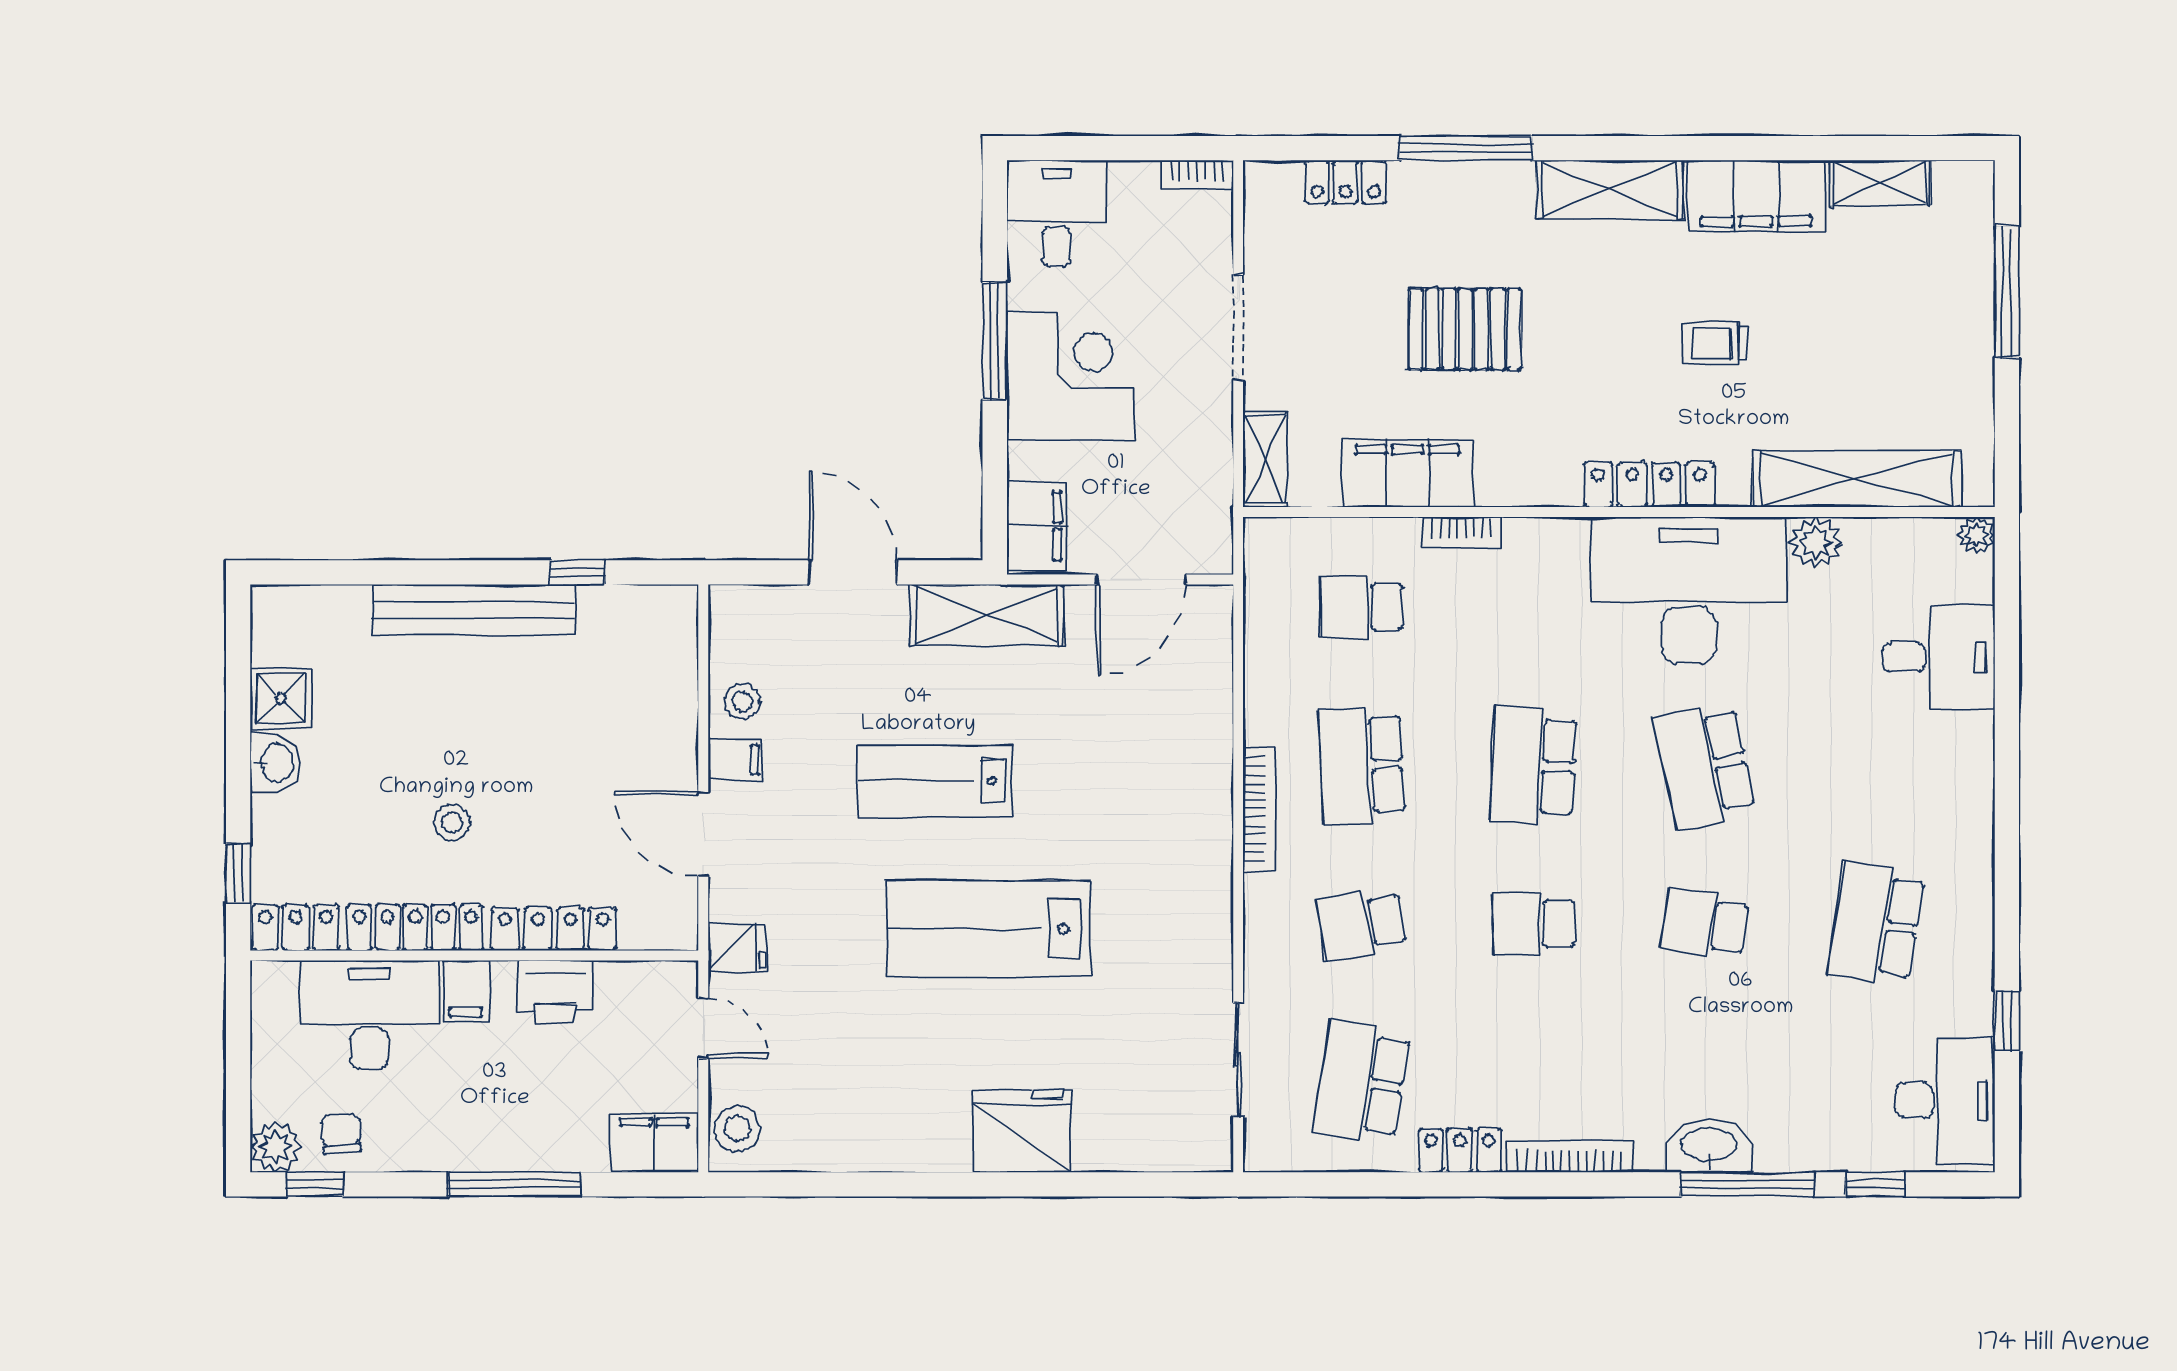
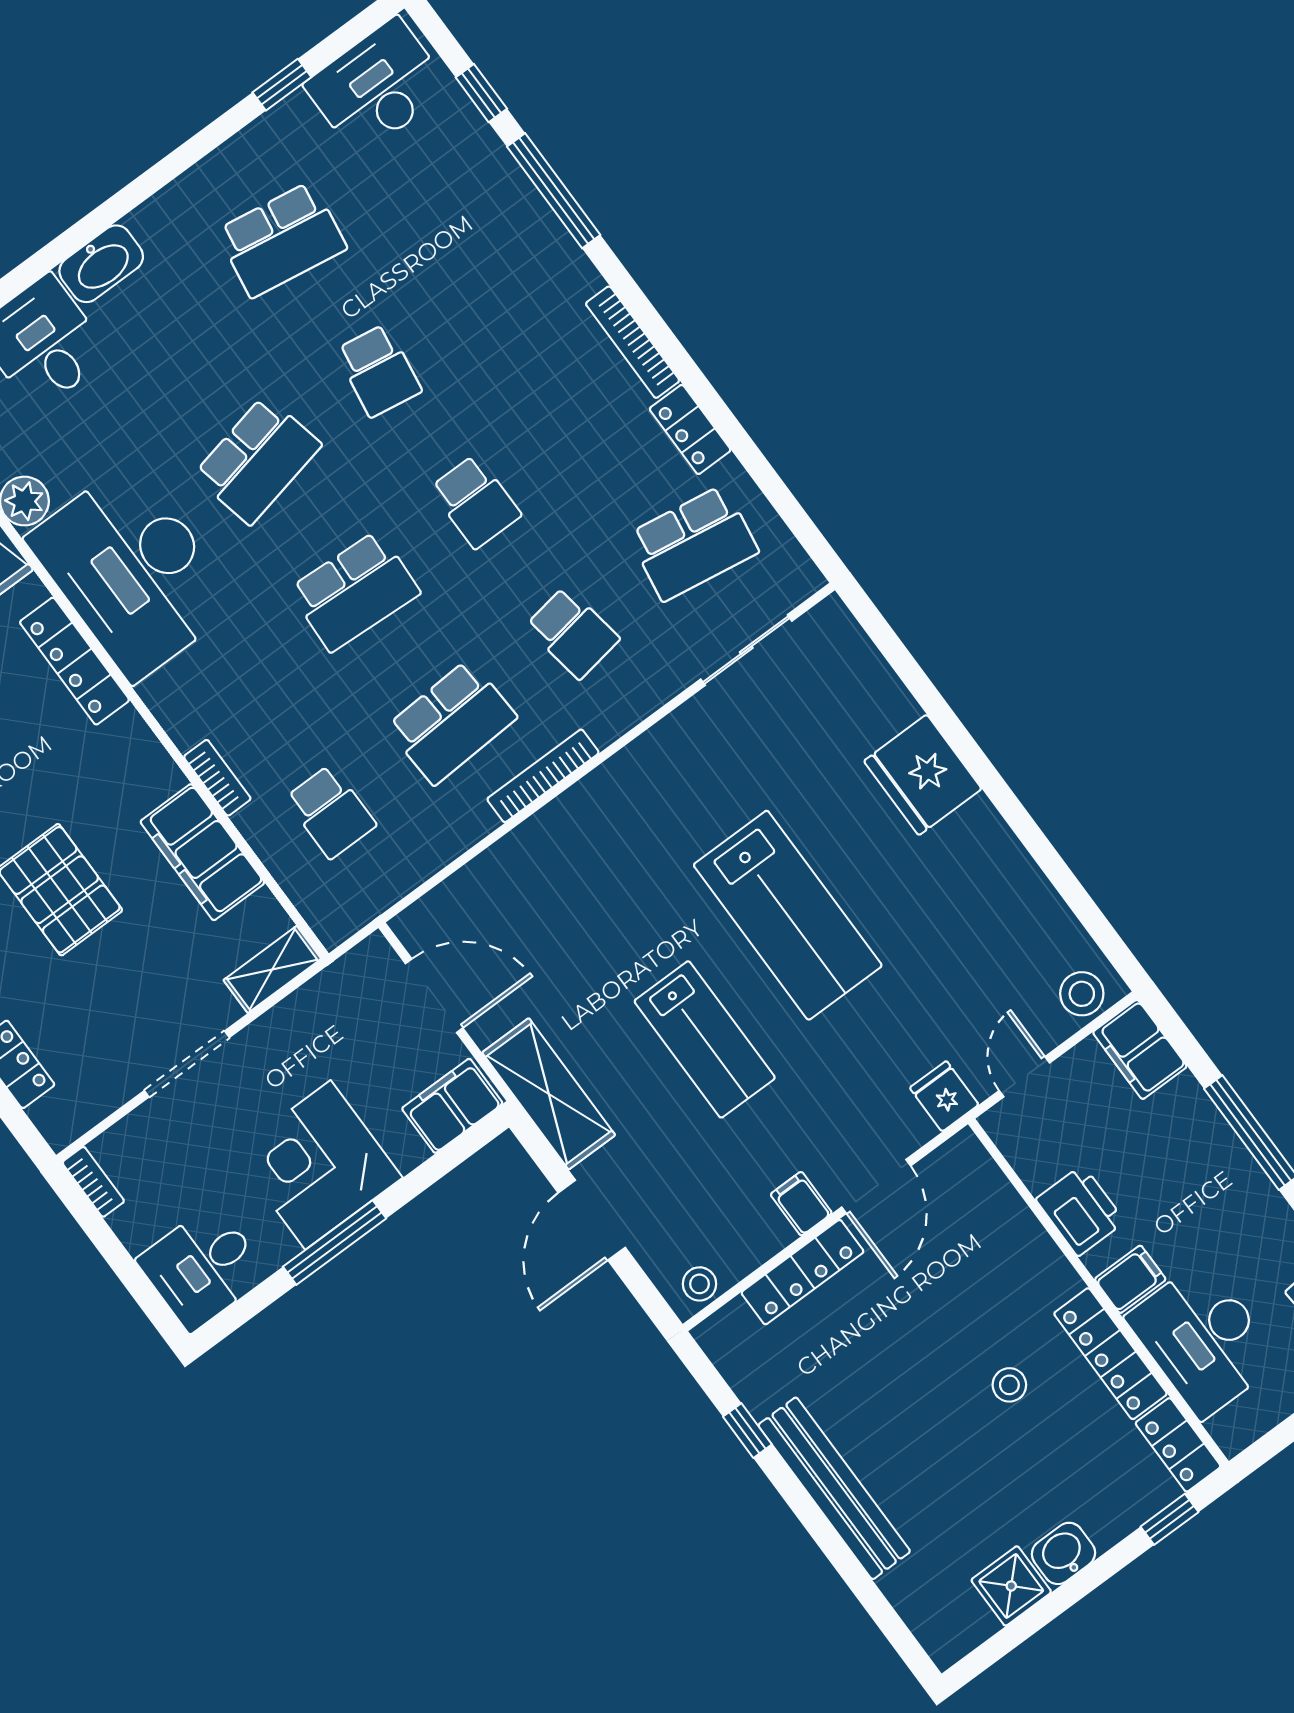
stool: (742, 701) -> (700, 1284), moved
locker: (554, 929) -> (802, 1272), moved, turned -90
washbasin: (1709, 1146) -> (101, 264), moved, turned -90

